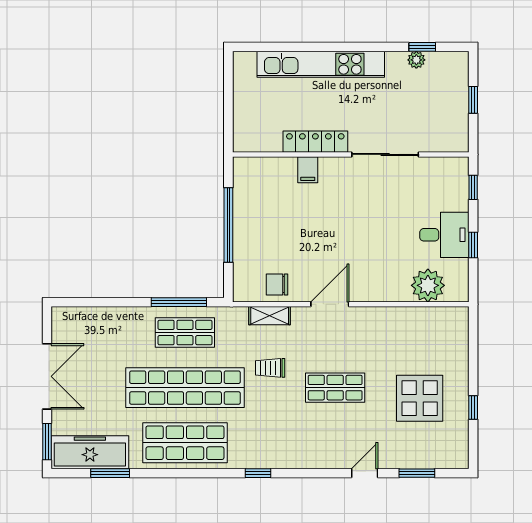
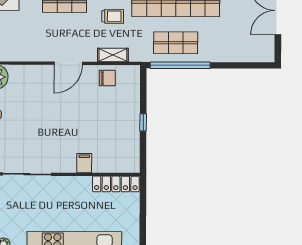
locker: (315, 142) -> (116, 184), moved
window: (228, 225) -> (143, 122), width x0.32
window: (179, 302) -> (180, 65), width x1.46

